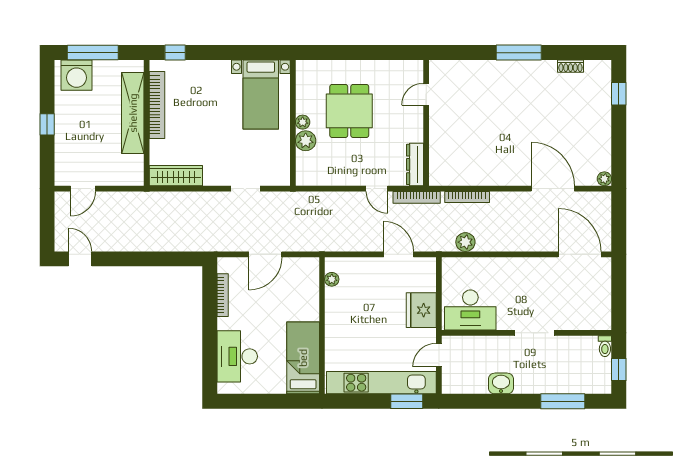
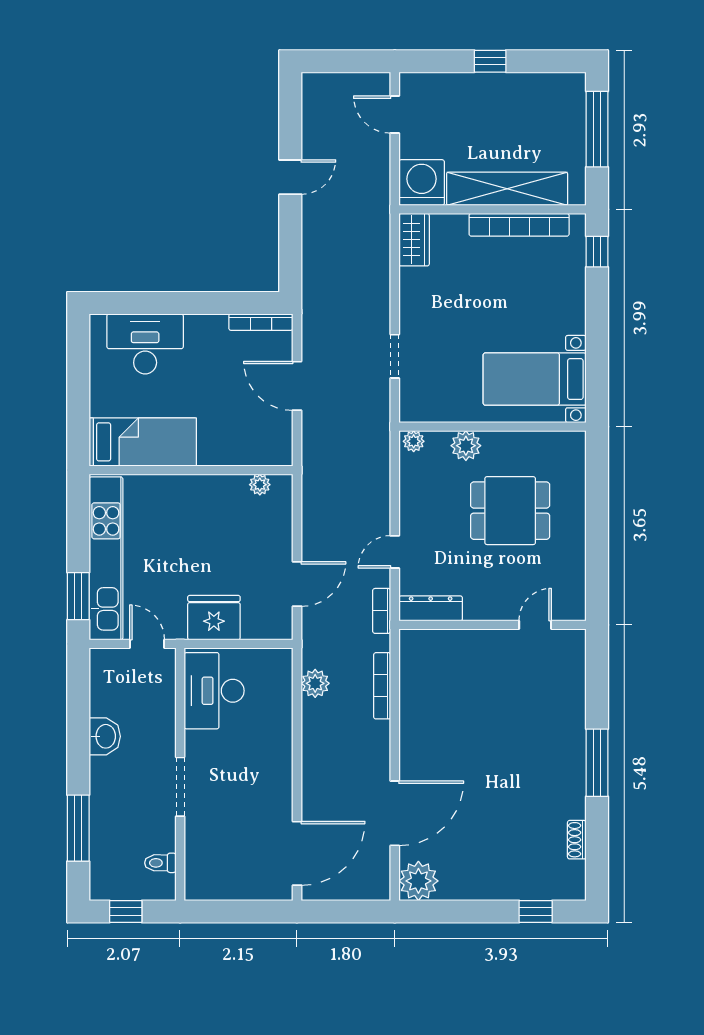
washing machine: (77, 75) -> (422, 183), moved, turned 90
door: (426, 94) -> (535, 625), hinge flipped
plant: (303, 122) -> (414, 441), moved
wardrobe: (176, 176) -> (414, 240), width x0.67
plant: (604, 179) -> (418, 881), width x1.87, depth x1.87
bookcase: (417, 197) -> (382, 611), width x0.64
door: (80, 259) -> (290, 177), moved
bookcase: (223, 295) -> (261, 322), moved
toilet: (605, 346) -> (160, 863), moved

